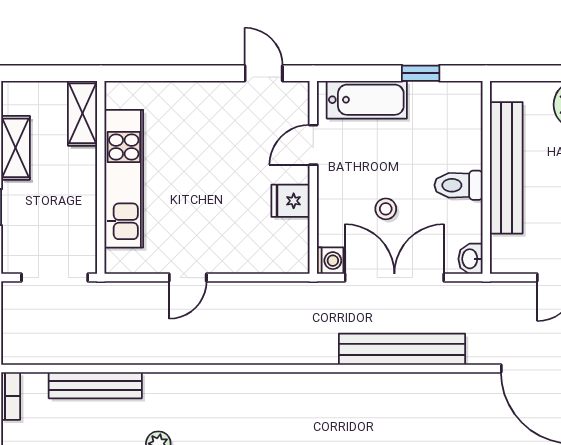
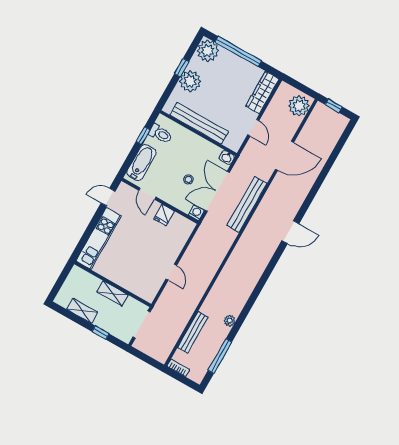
shelving: (83, 113) -> (113, 293), moved
kitchen unit: (124, 179) -> (99, 238), moved, turned 90
toilet: (459, 185) -> (161, 134), moved, turned -90

